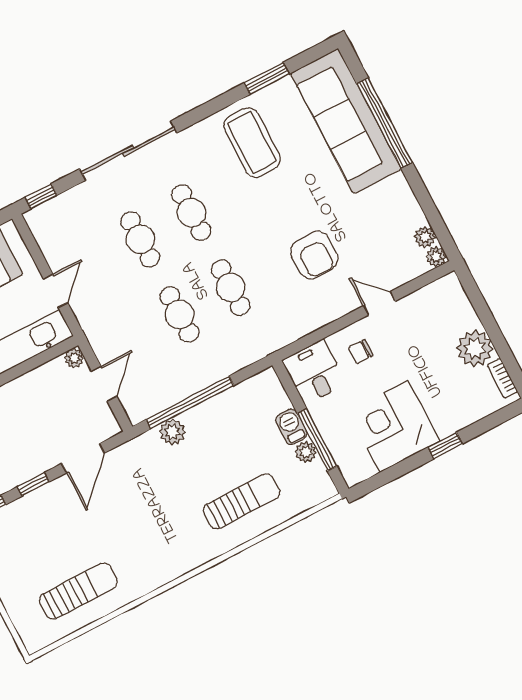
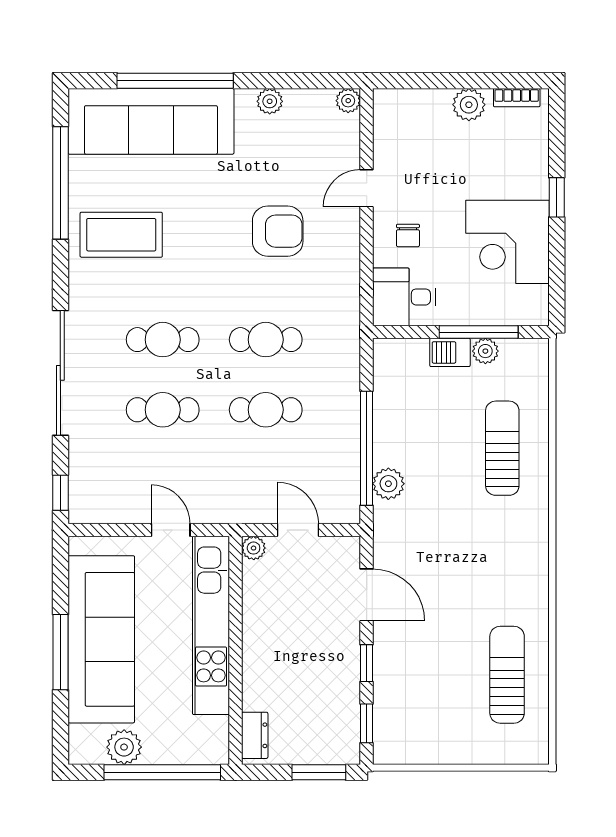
window: (267, 78) -> (60, 183), width x2.11
plant: (425, 237) -> (270, 101), moved
plant: (475, 348) -> (469, 105), width x0.73, depth x0.73

